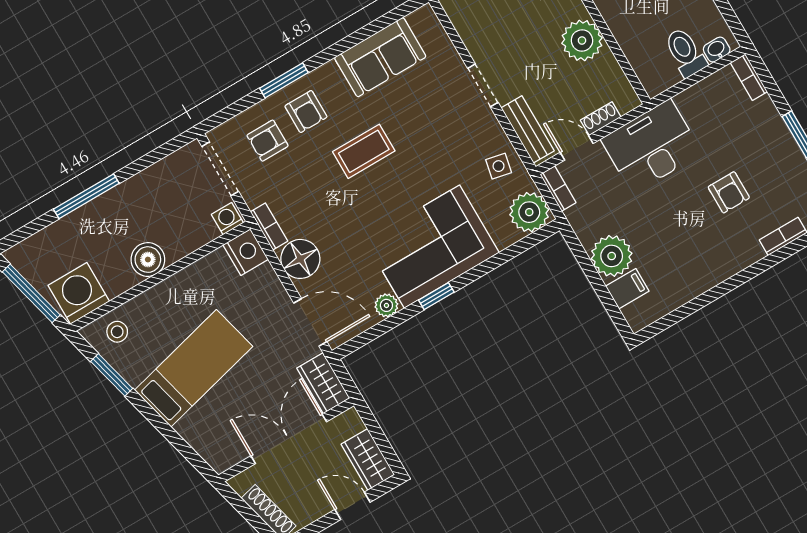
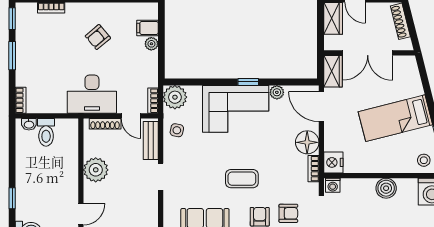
shoe rack: (601, 119) -> (105, 124), width x1.43
armchair: (729, 192) -> (98, 37), moved, turned -130
plant: (612, 256) -> (151, 44), width x0.53, depth x0.53

